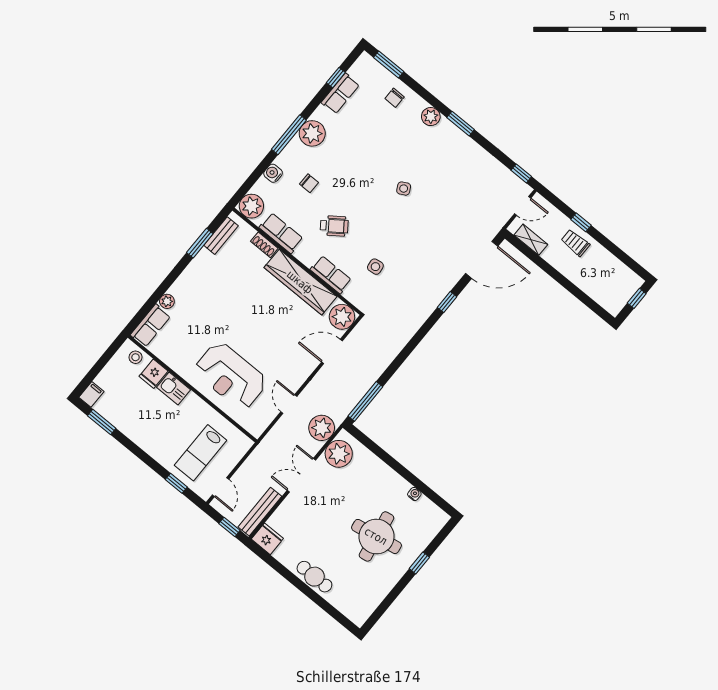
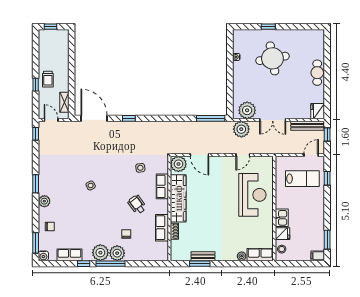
window: (336, 78) -> (84, 264), moved
water cooler: (273, 173) -> (43, 256), moved
plant: (251, 206) -> (117, 253), moved
bench: (221, 236) -> (203, 256), moved

